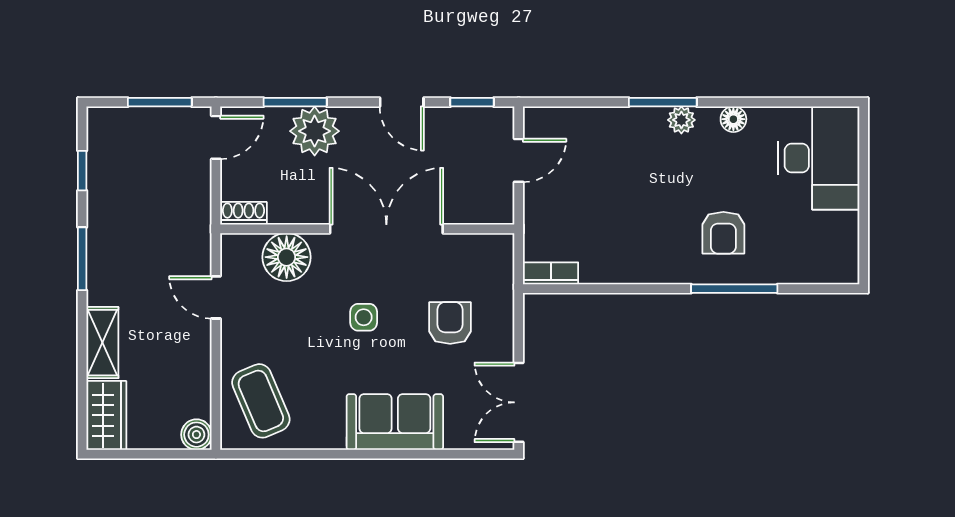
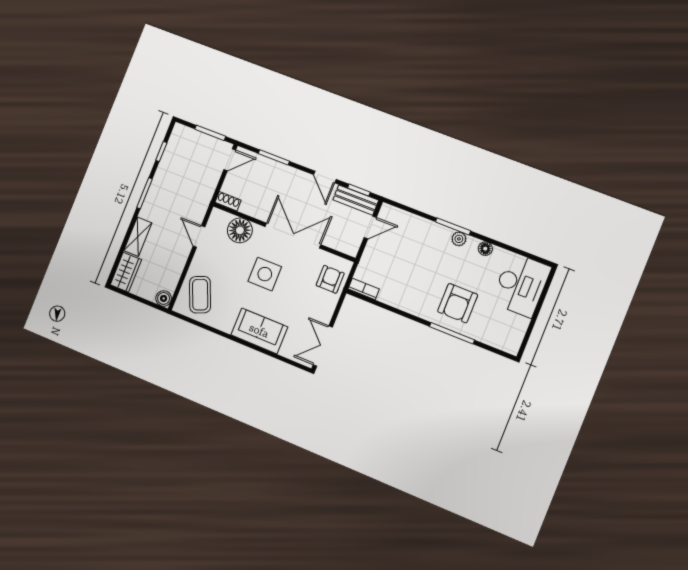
bench: (473, 122) -> (356, 200), added
plant: (315, 131) -> (277, 175), removed
armchair: (723, 233) -> (458, 303), width x1.38, depth x1.38
side table: (364, 317) -> (265, 274), width x1.87, depth x1.87
armchair: (450, 323) -> (330, 279), moved

